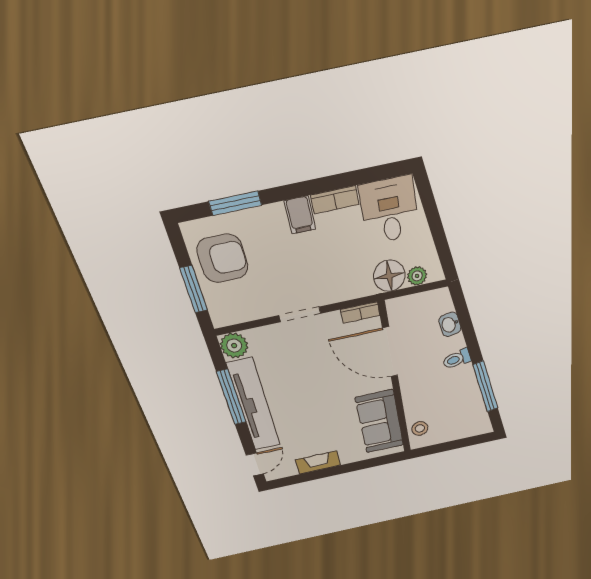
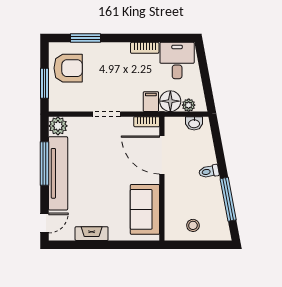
filing cabinet: (300, 215) -> (151, 102), moved, turned 180
washbasin: (450, 324) -> (194, 123), moved, turned -79
stool: (420, 428) -> (193, 225), moved

